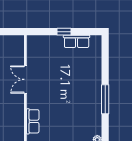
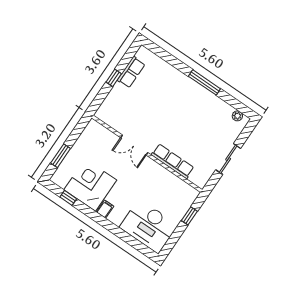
row of seats: (33, 121) -> (173, 161), width x1.48

